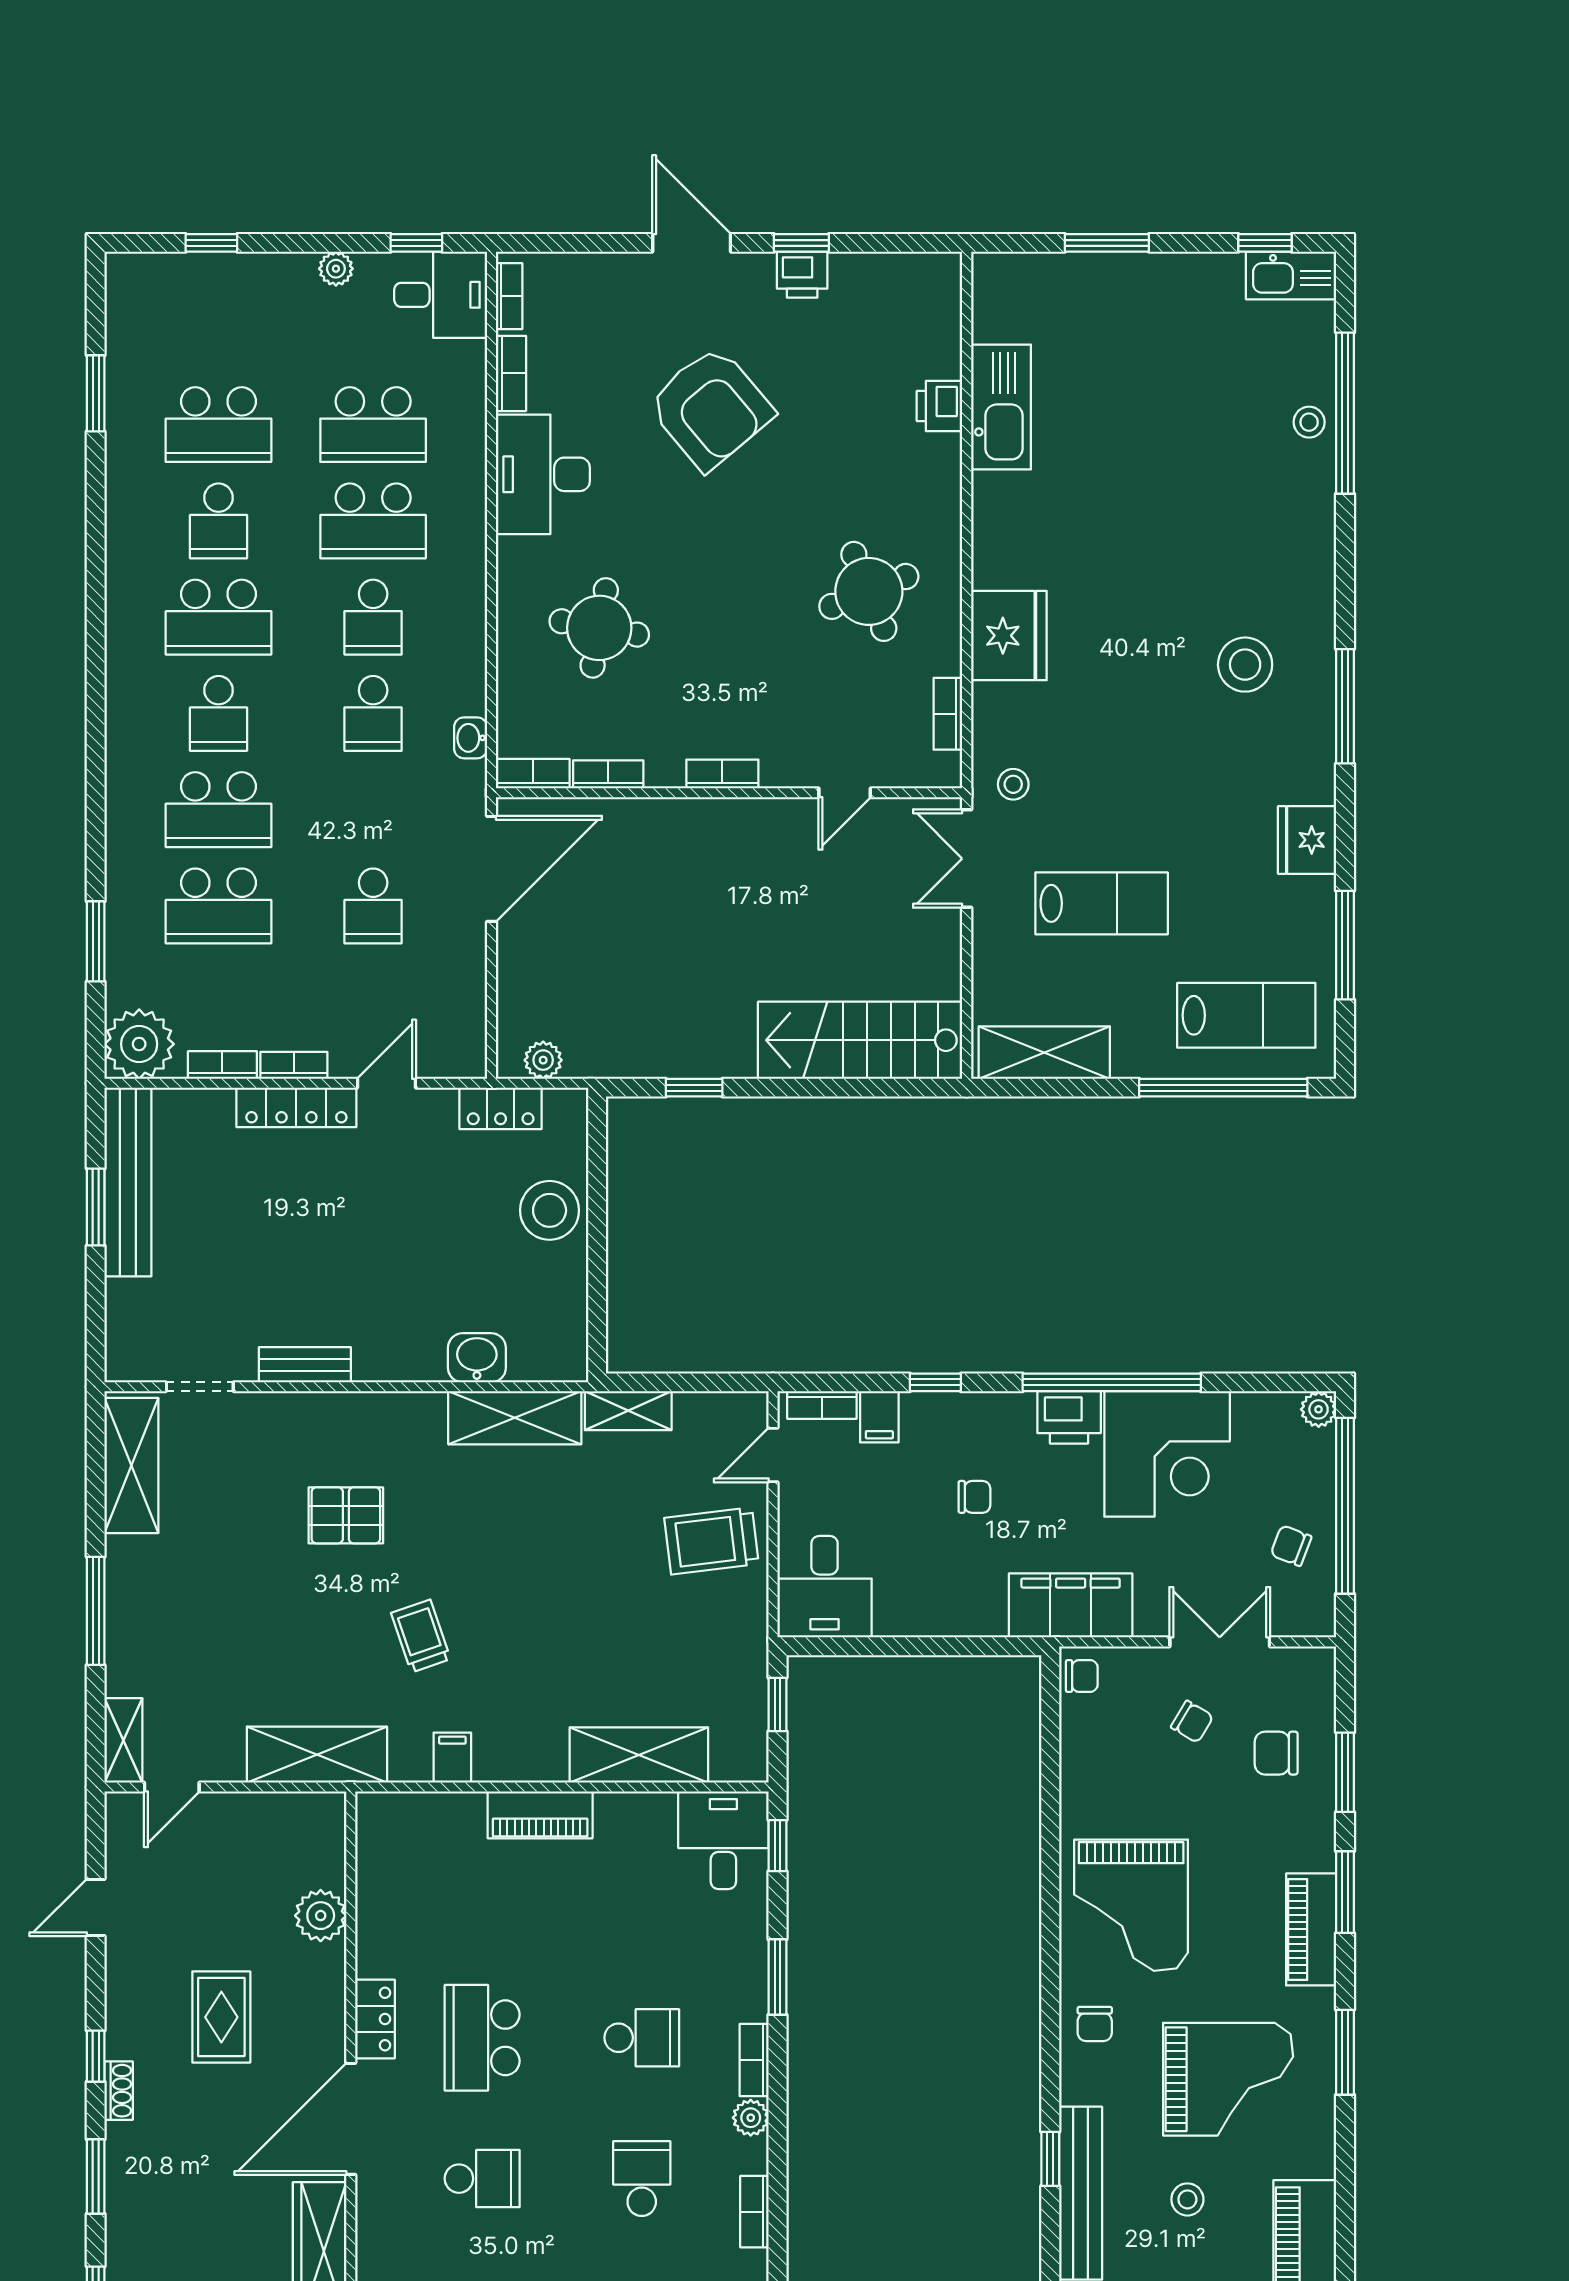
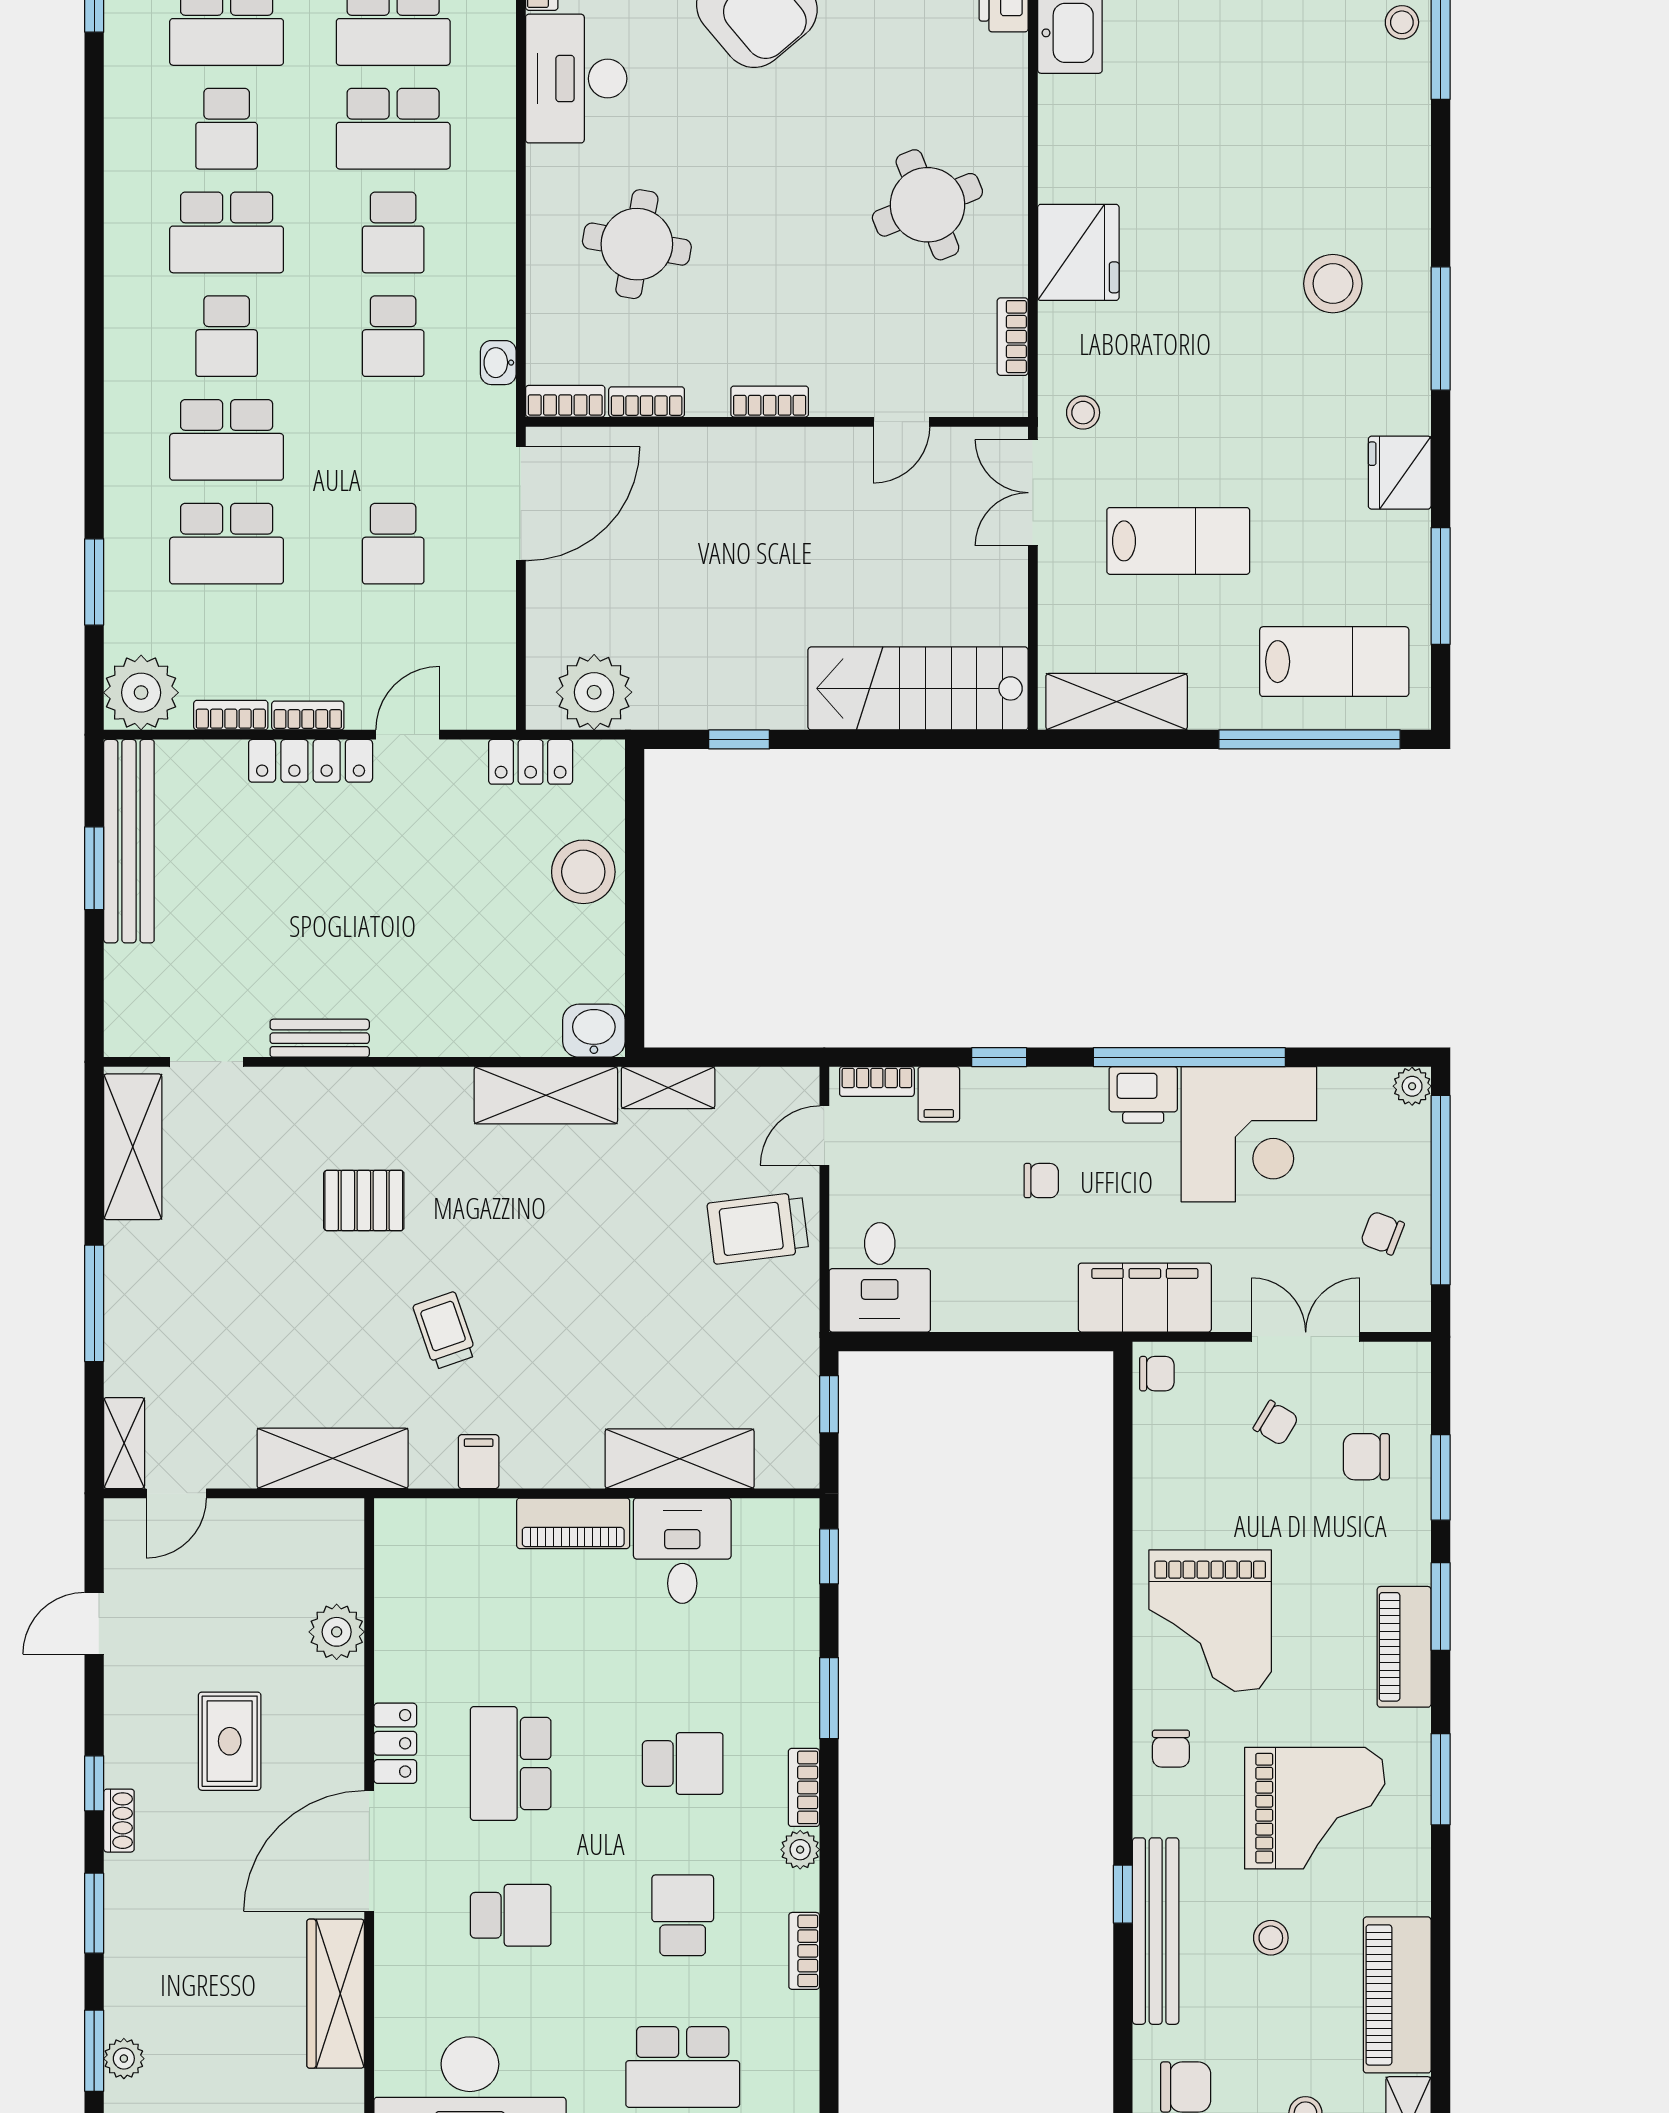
plant: (543, 1060) -> (594, 692), width x1.88, depth x1.88
washbasin: (477, 1358) -> (594, 1031), moved
desk: (723, 1840) -> (682, 1551), moved

